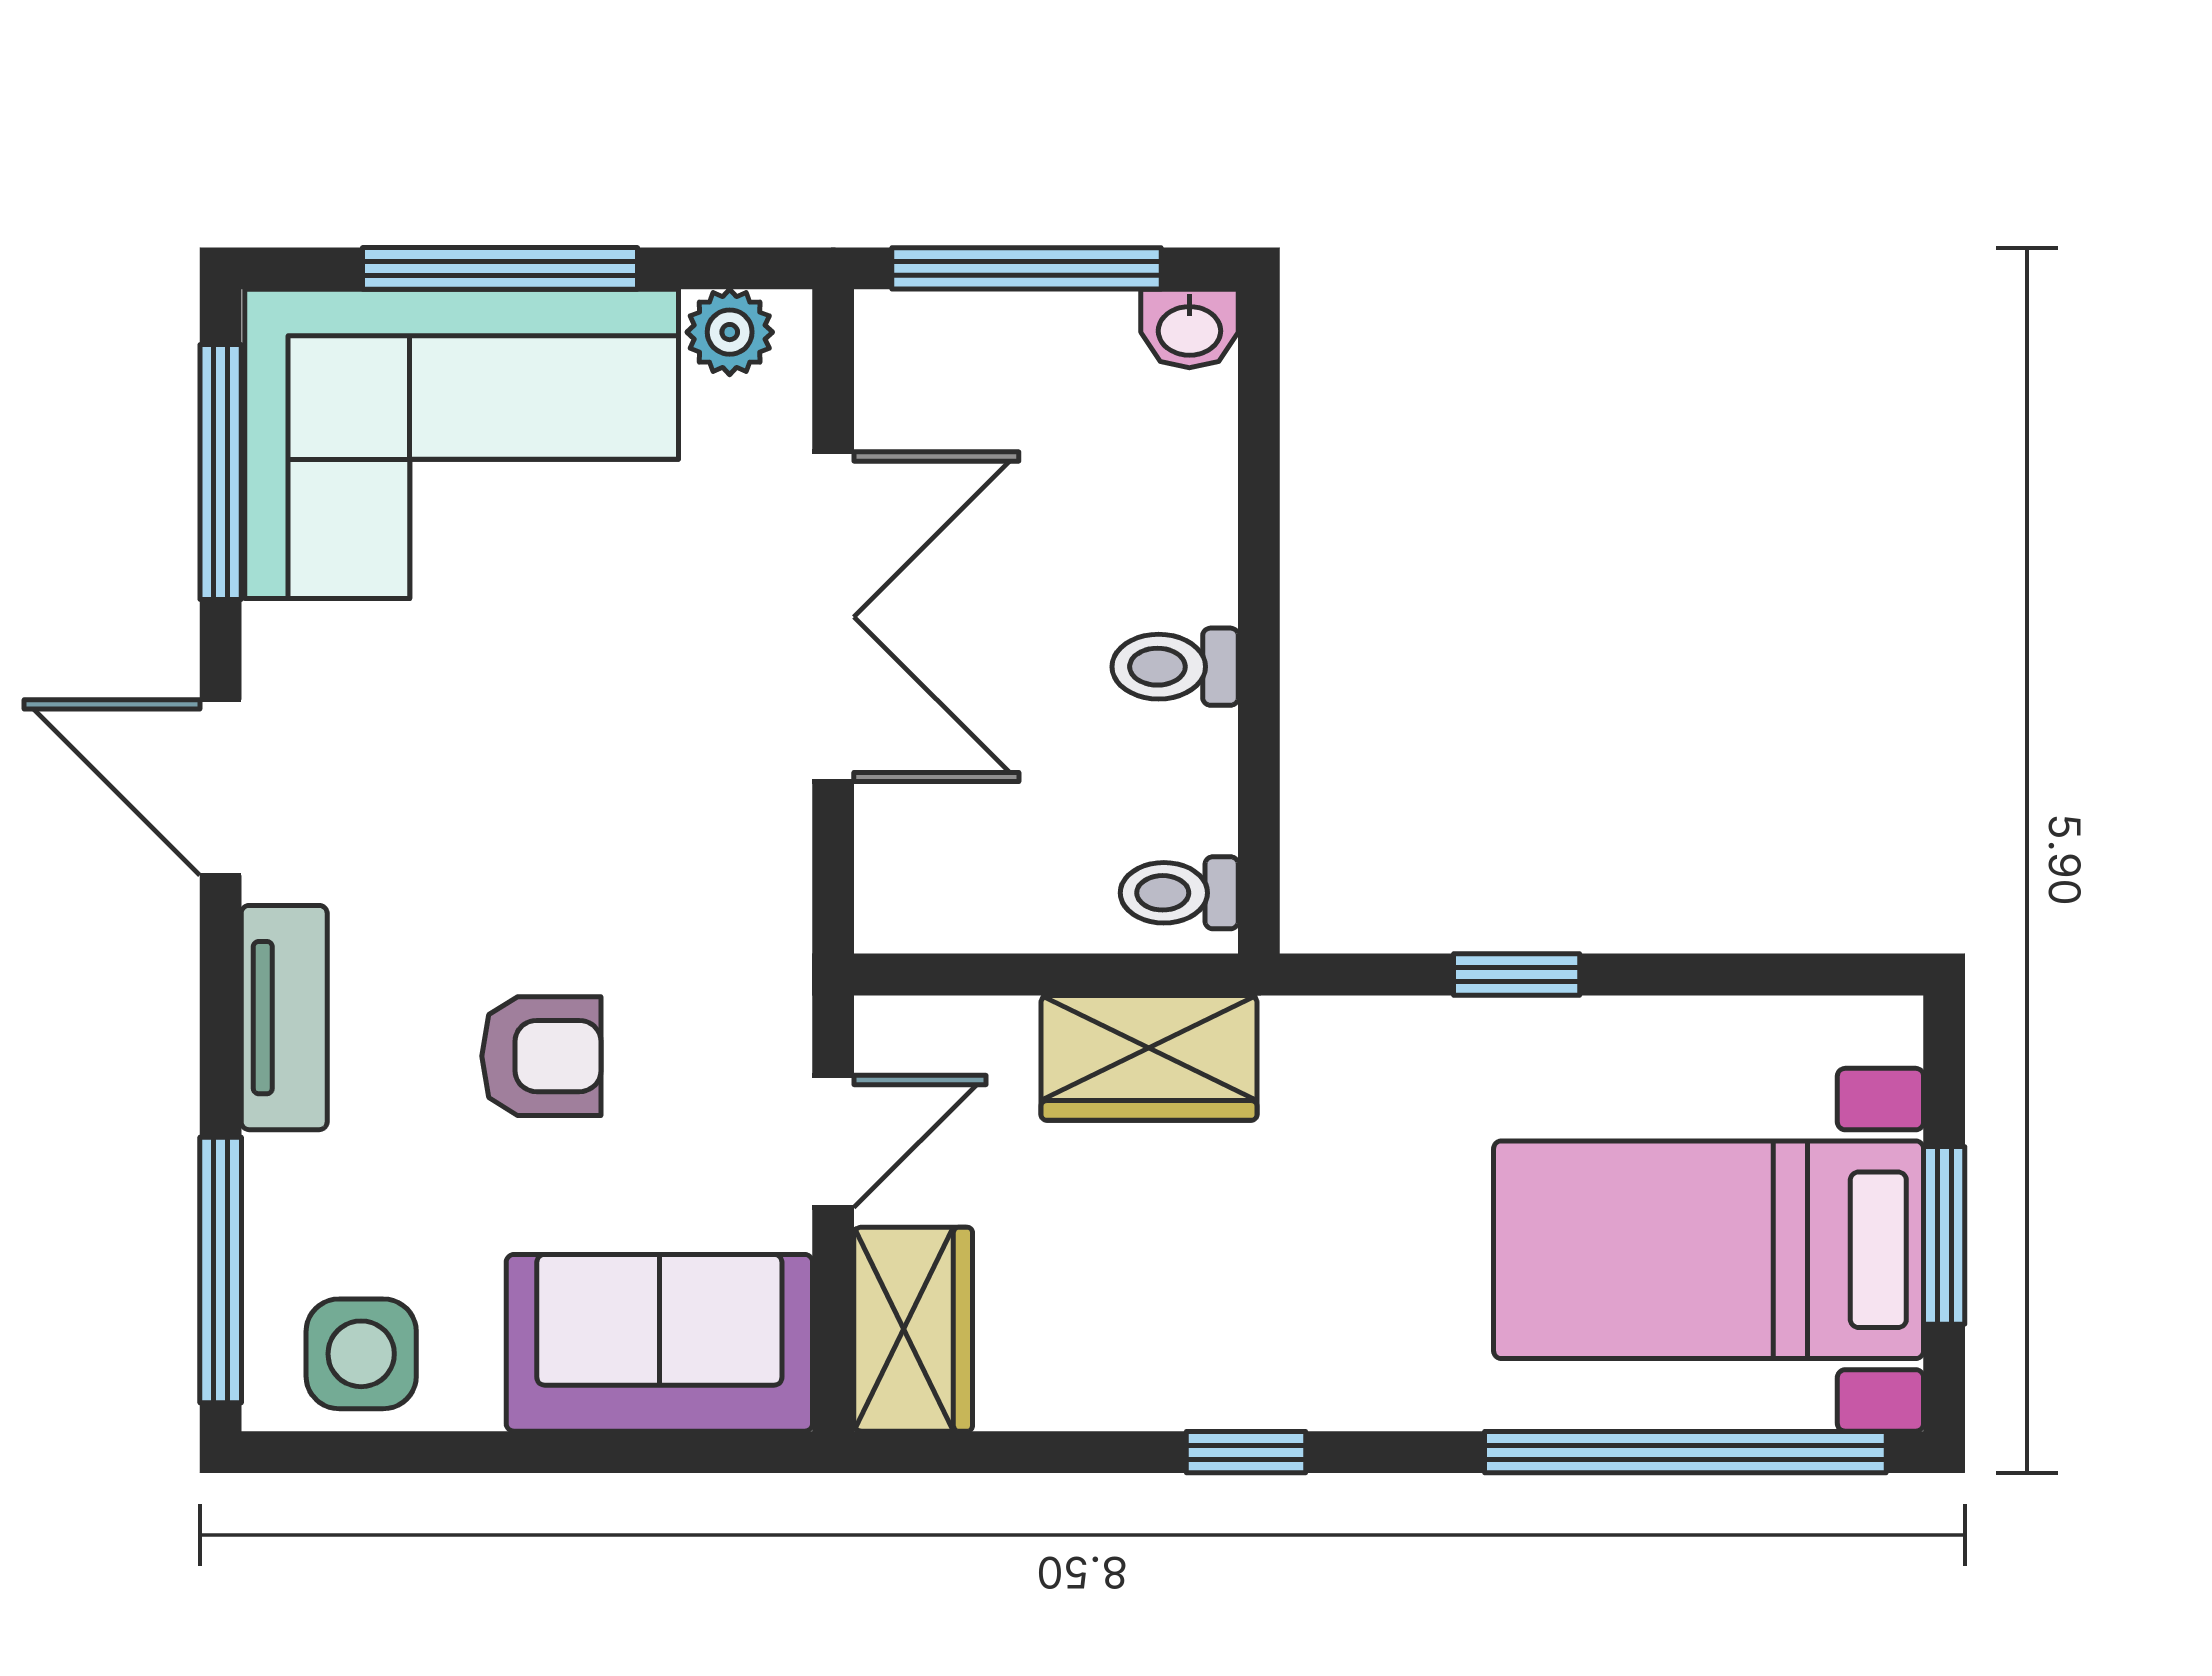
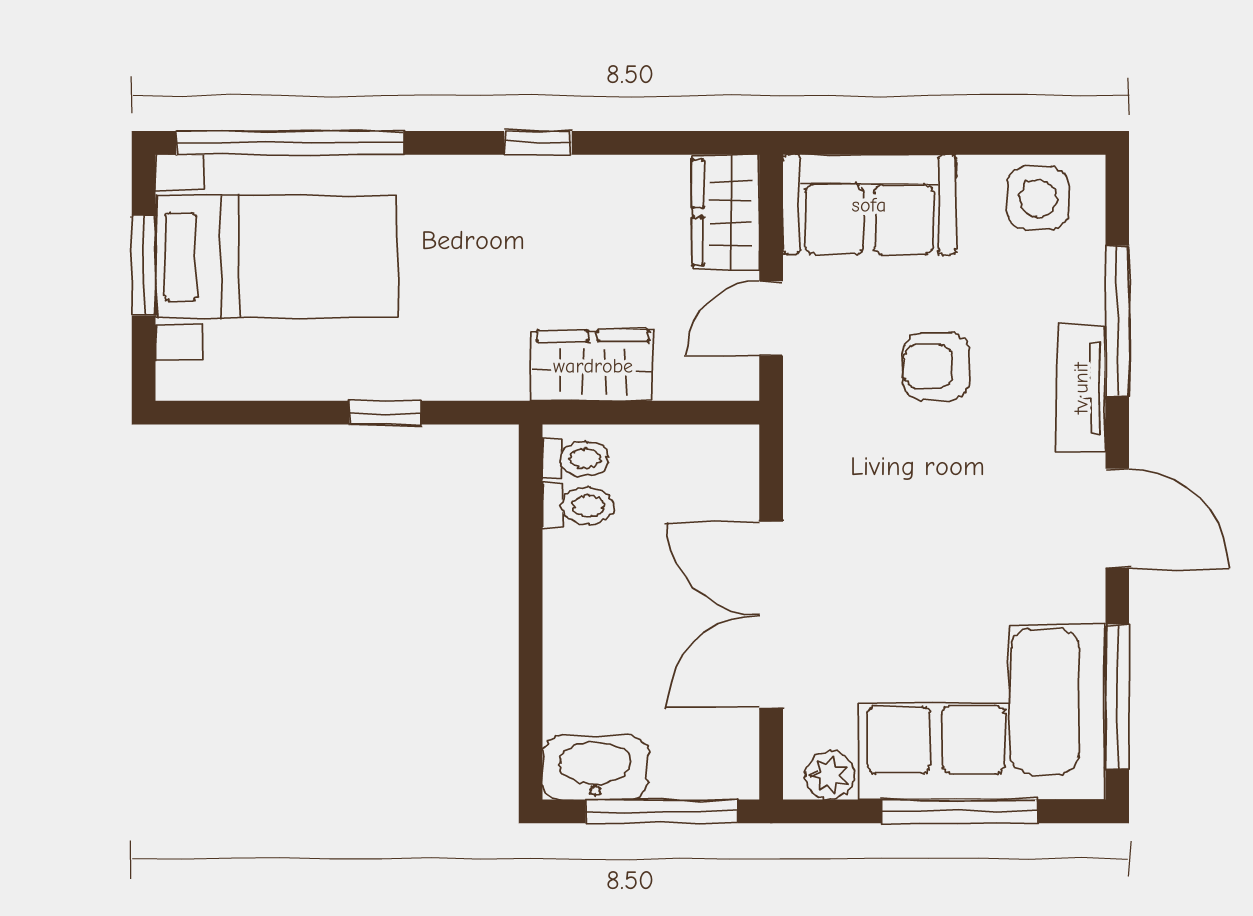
washbasin: (1189, 329) -> (595, 768), width x1.91, depth x1.45
toilet: (1175, 667) -> (578, 506), moved
window: (221, 1270) -> (1117, 321), moved

